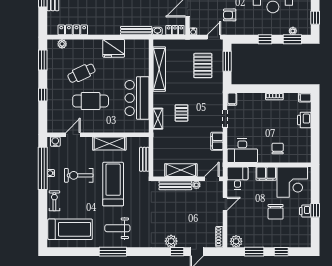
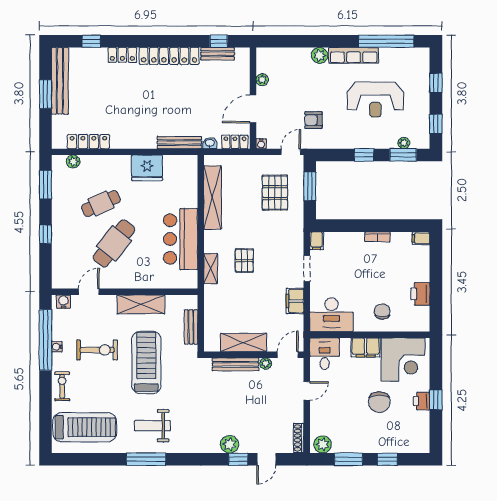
cafe table: (91, 101) -> (114, 243), turned -52
printer: (304, 120) -> (420, 294), moved
exercise bike: (79, 175) -> (97, 350), turned 180

